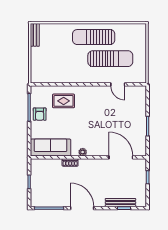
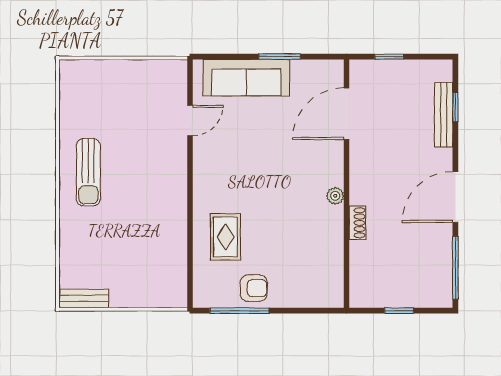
sun lounger: (94, 37) -> (88, 172), width x0.73, depth x0.75
sun lounger: (110, 59) -> (135, 136), removed
sofa: (51, 148) -> (246, 78), moved, turned -90

